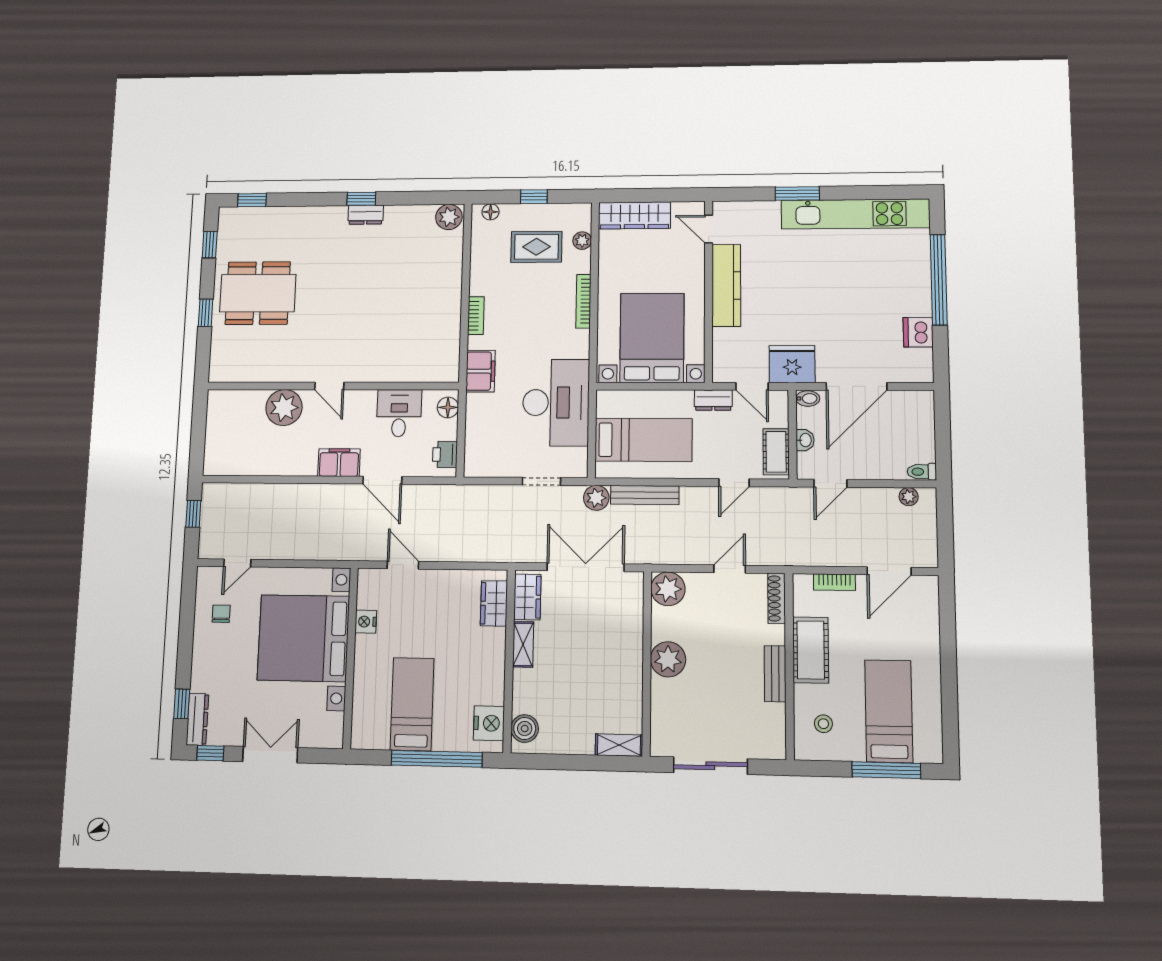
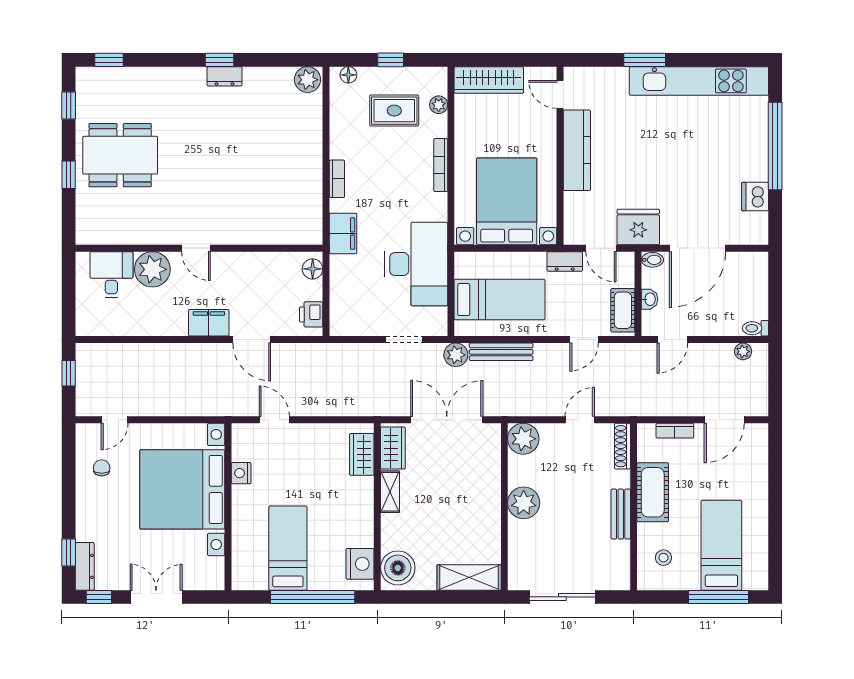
desk: (399, 413) -> (111, 275), moved
boiler: (525, 729) -> (398, 568), width x1.37, depth x1.37
shelving: (619, 745) -> (469, 578), width x1.50, depth x1.33

